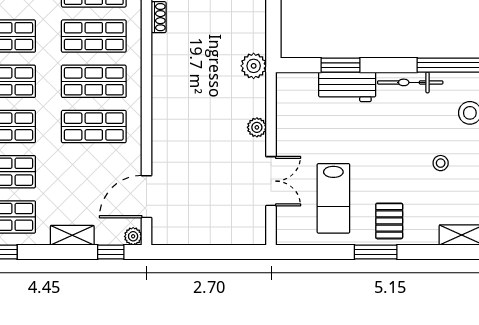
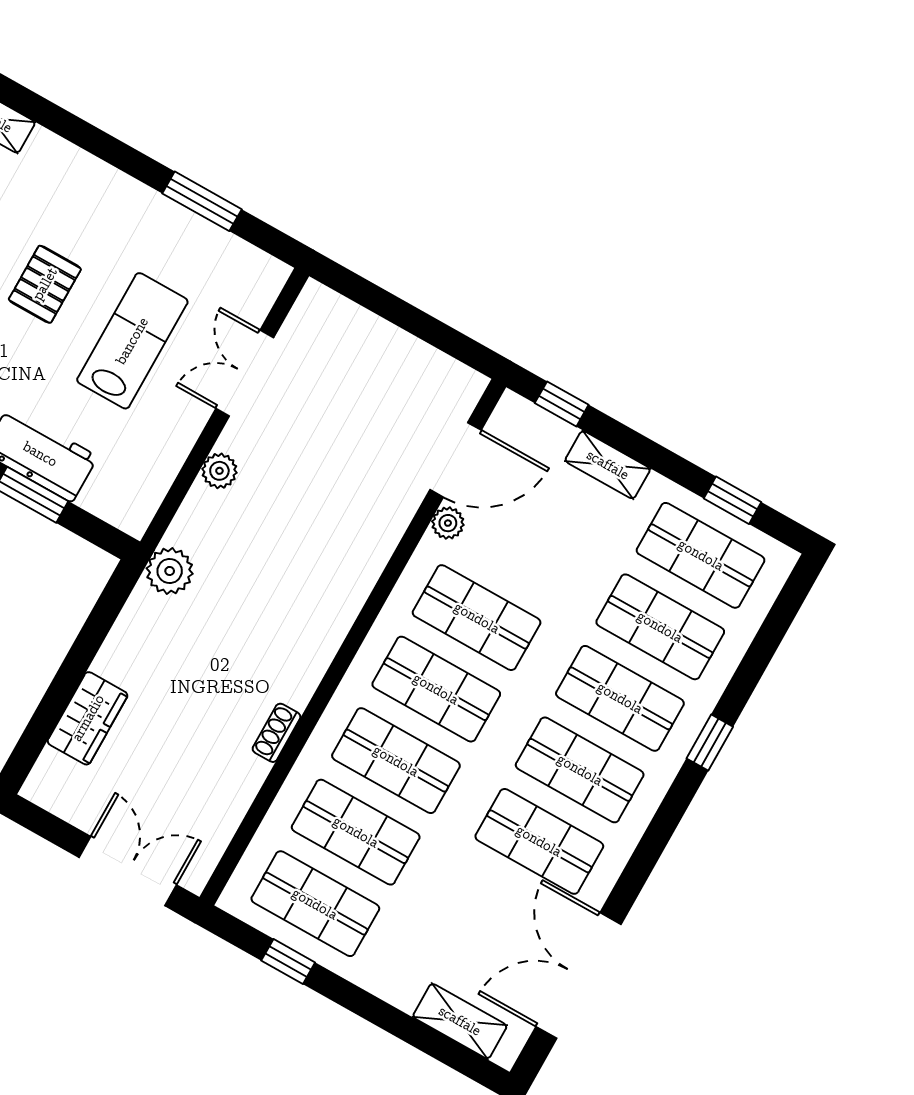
lab bench: (333, 198) -> (132, 341), moved
pallet: (389, 221) -> (45, 284), moved
plant: (133, 236) -> (448, 523), moved
window: (376, 252) -> (202, 201), moved

